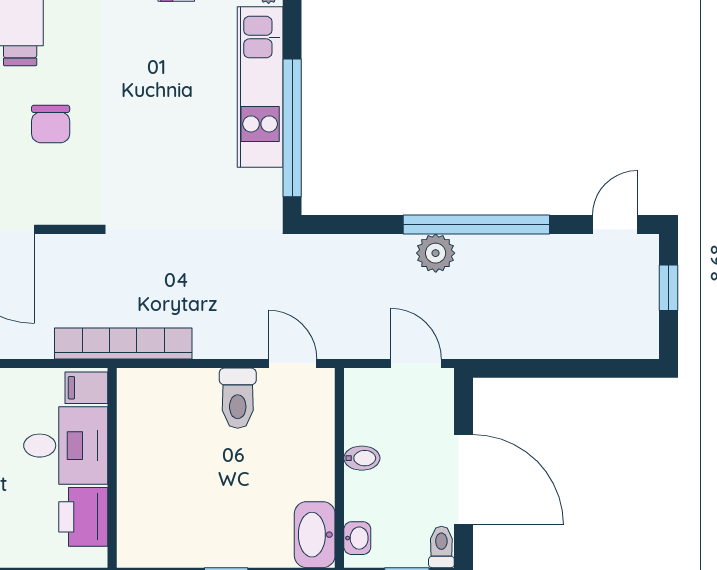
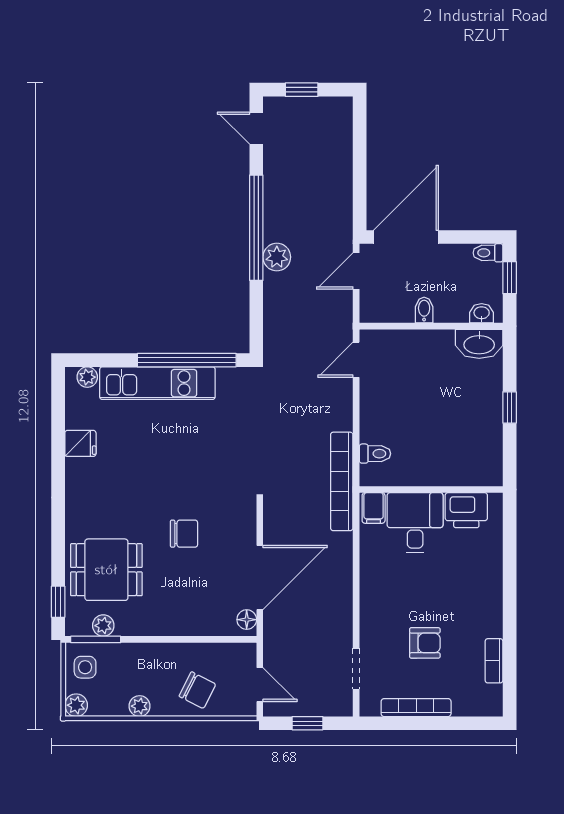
toilet: (238, 398) -> (375, 454), moved, width x0.73, depth x0.72
door: (464, 480) -> (406, 237), moved

